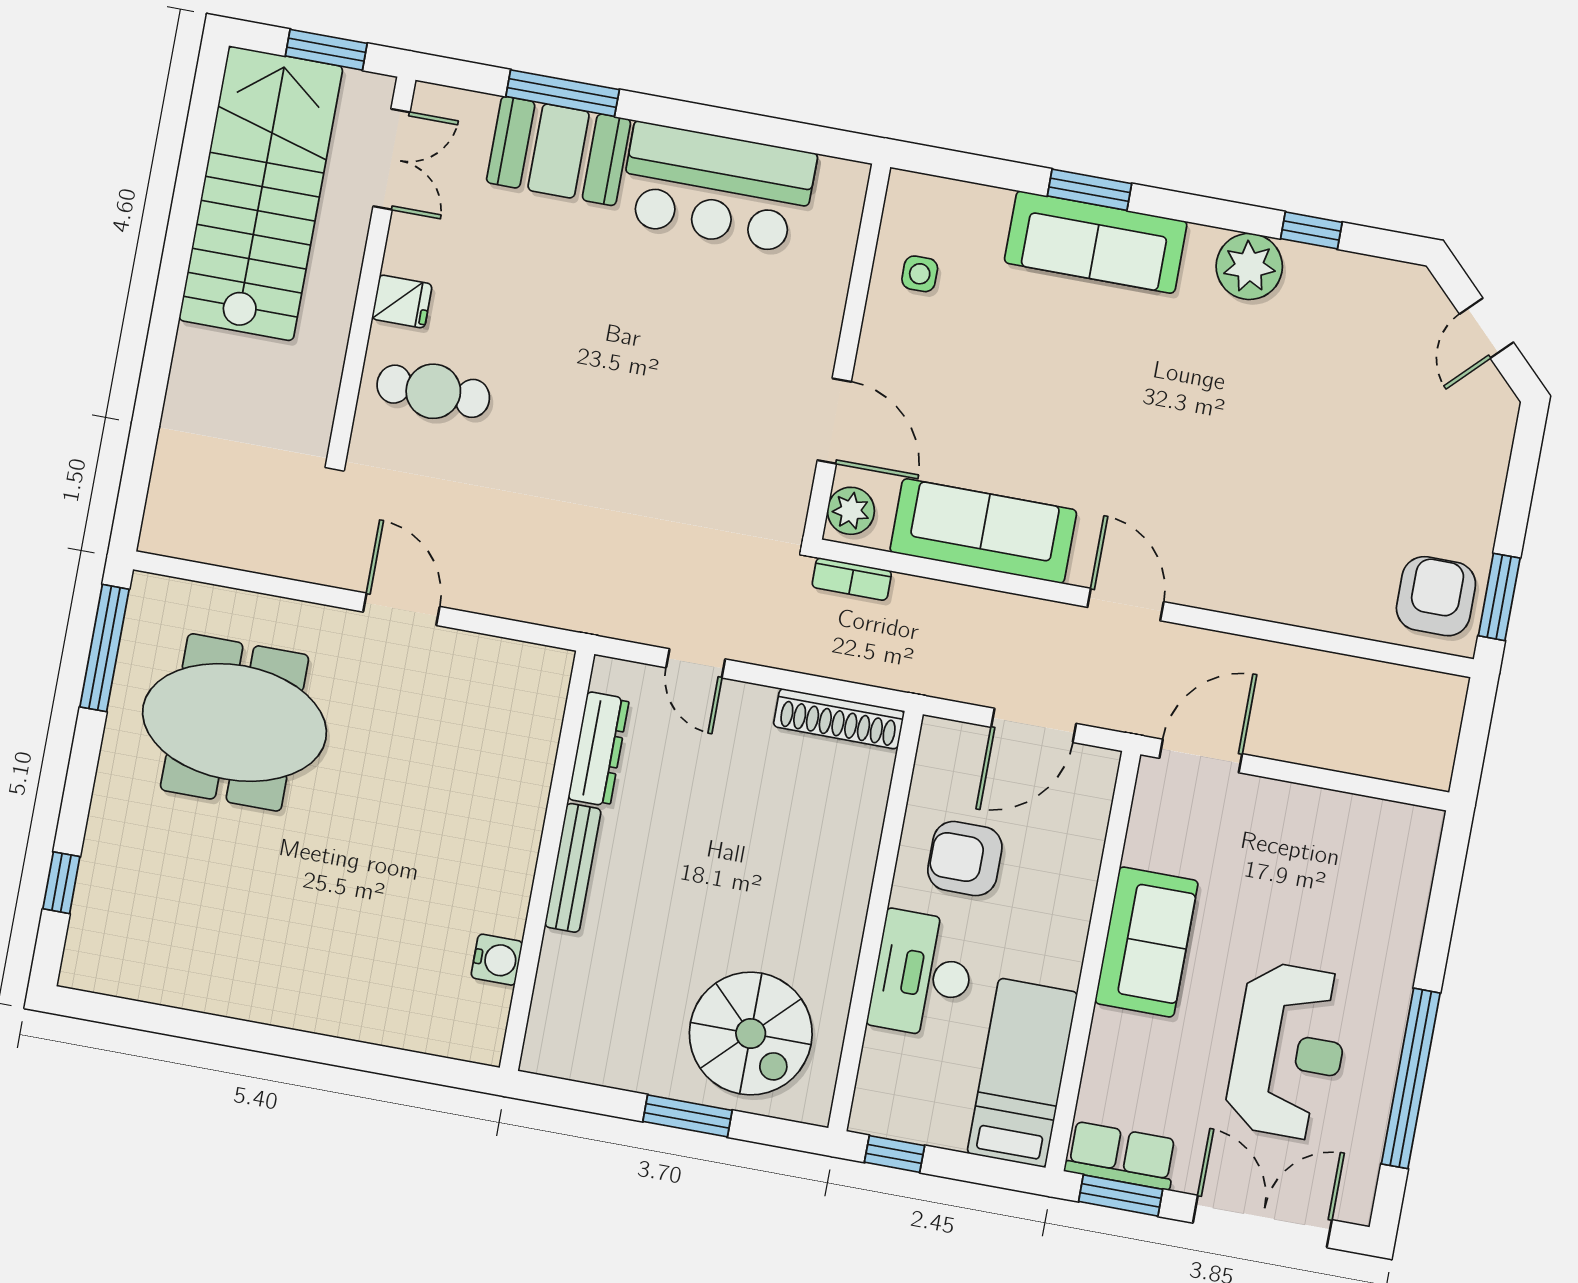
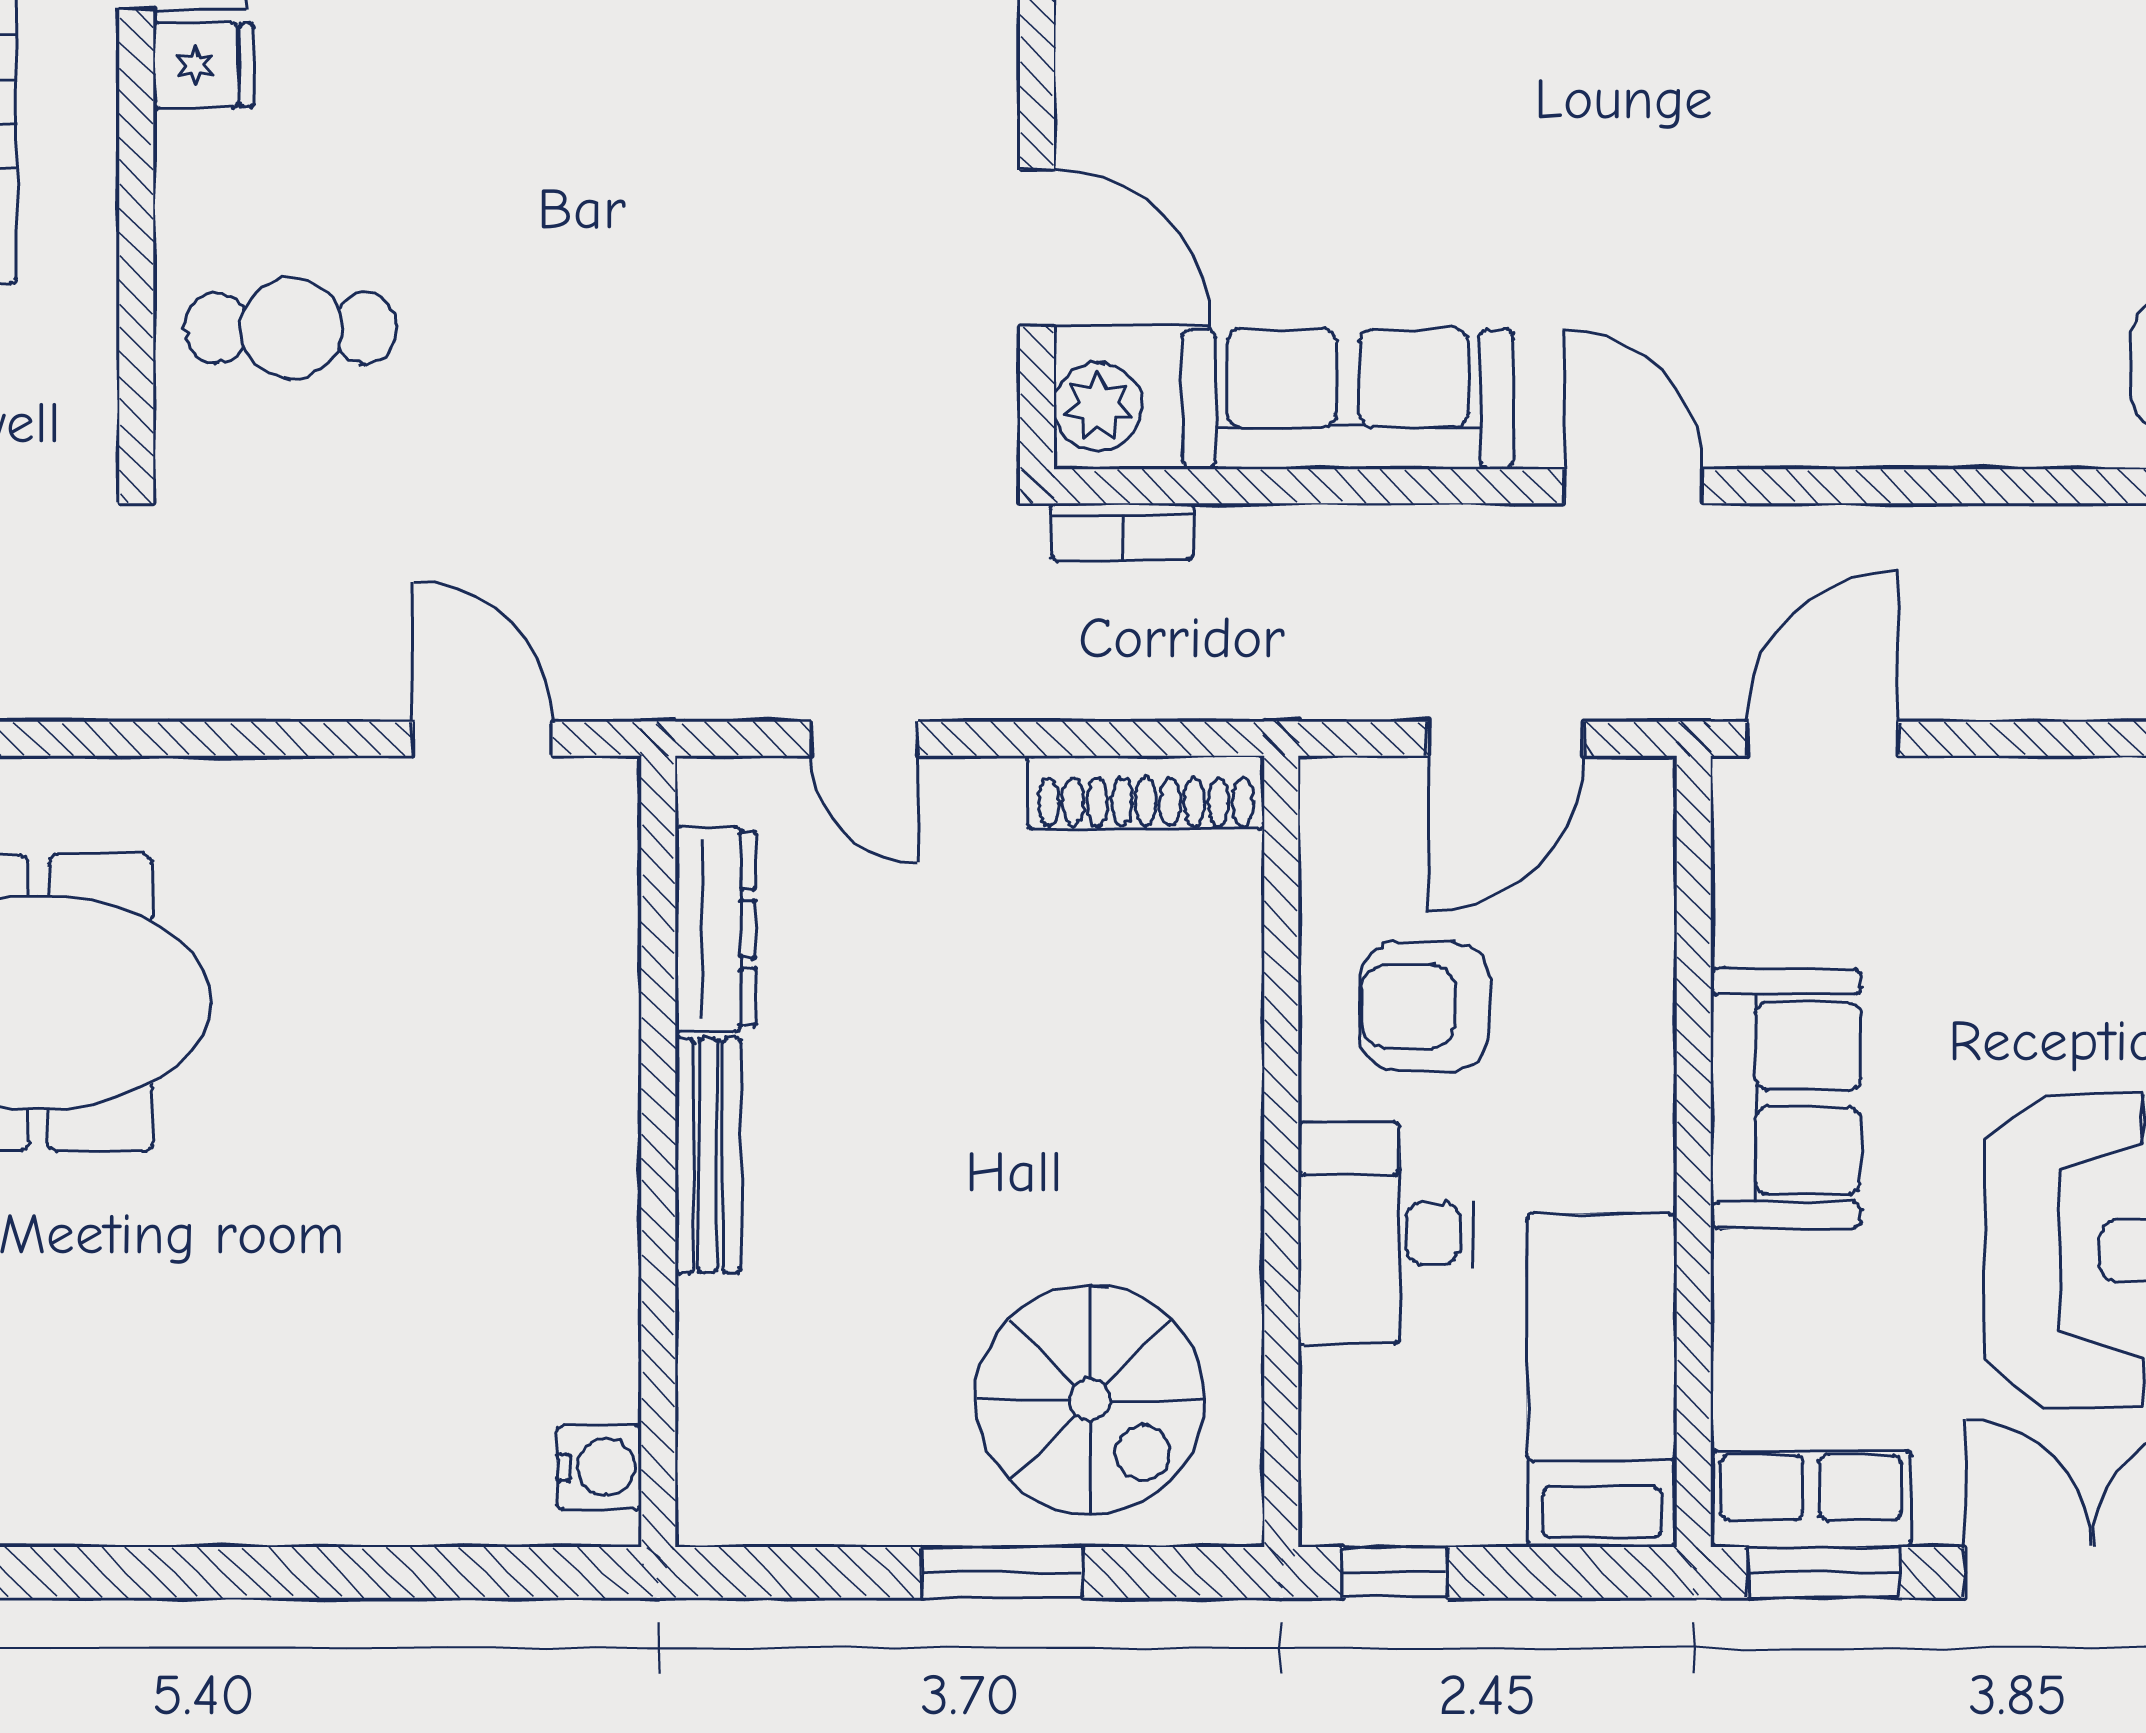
fridge: (402, 301) -> (203, 65), moved
door: (401, 609) -> (483, 739), moved
water cooler: (497, 960) -> (599, 1467), moved

